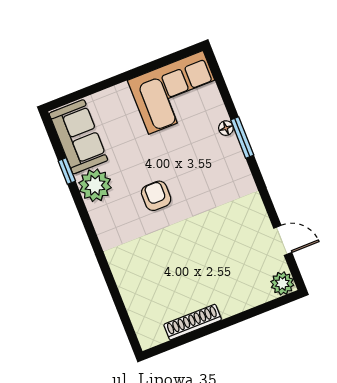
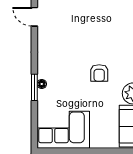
floor lamp: (226, 128) -> (42, 84), moved

